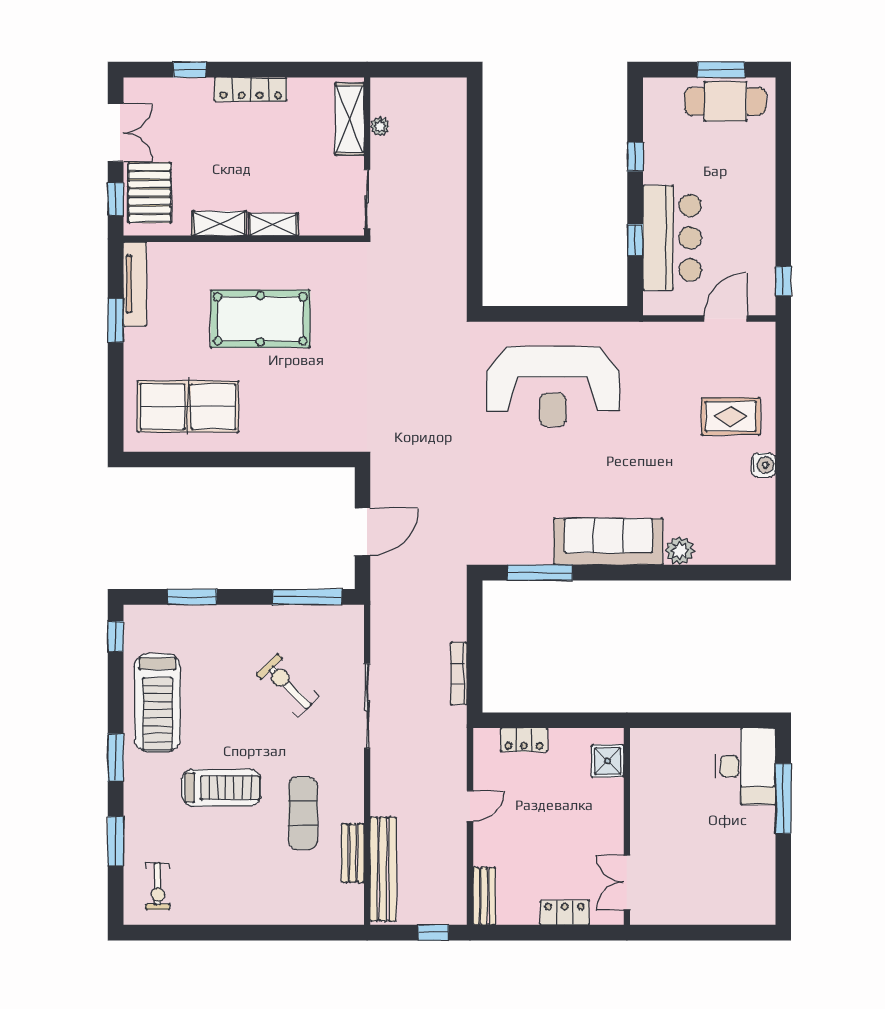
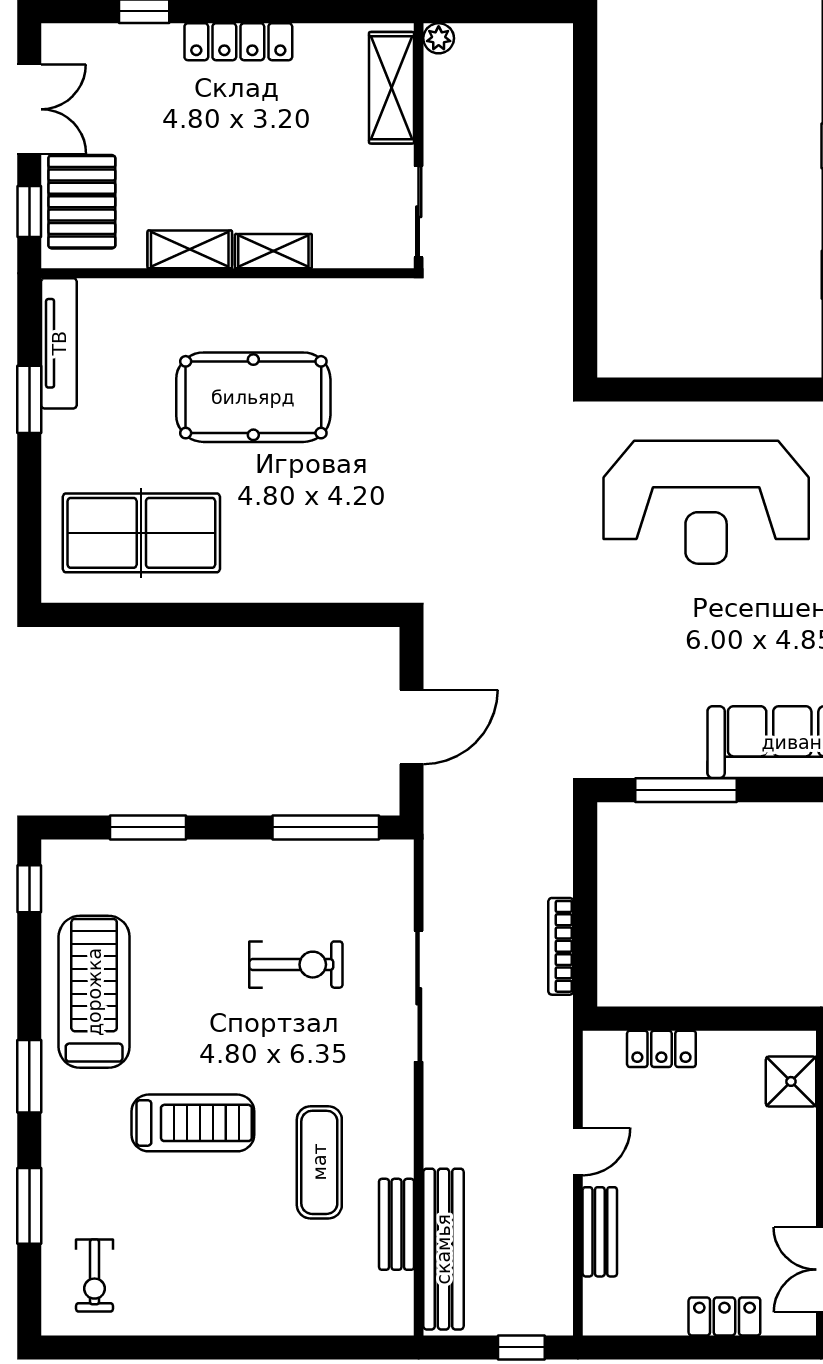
plant: (380, 126) -> (439, 38), moved
exercise bike: (288, 685) -> (296, 965), turned 134
treadmill: (157, 703) -> (94, 992), turned 180
bench: (484, 896) -> (600, 1232), moved

